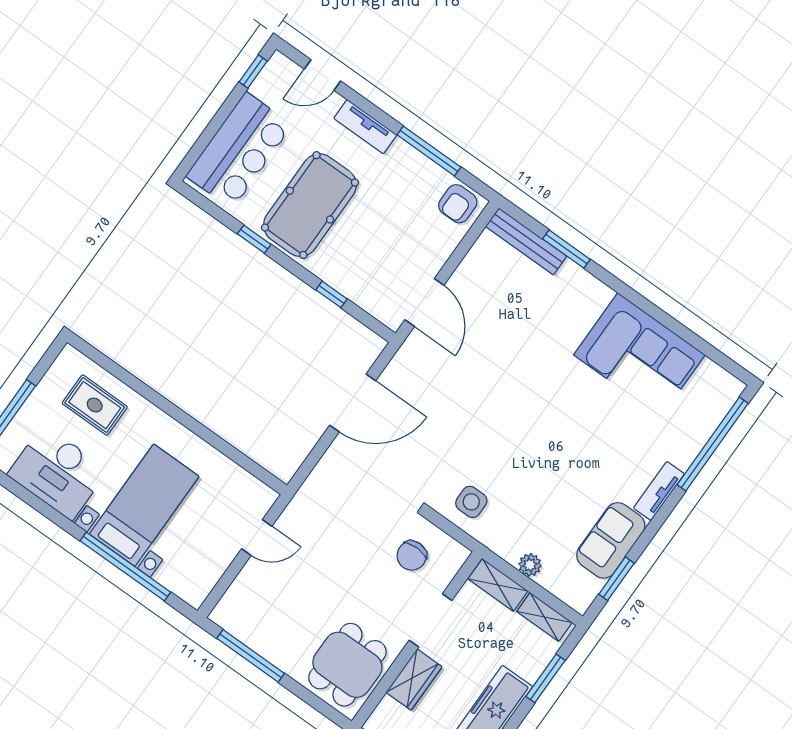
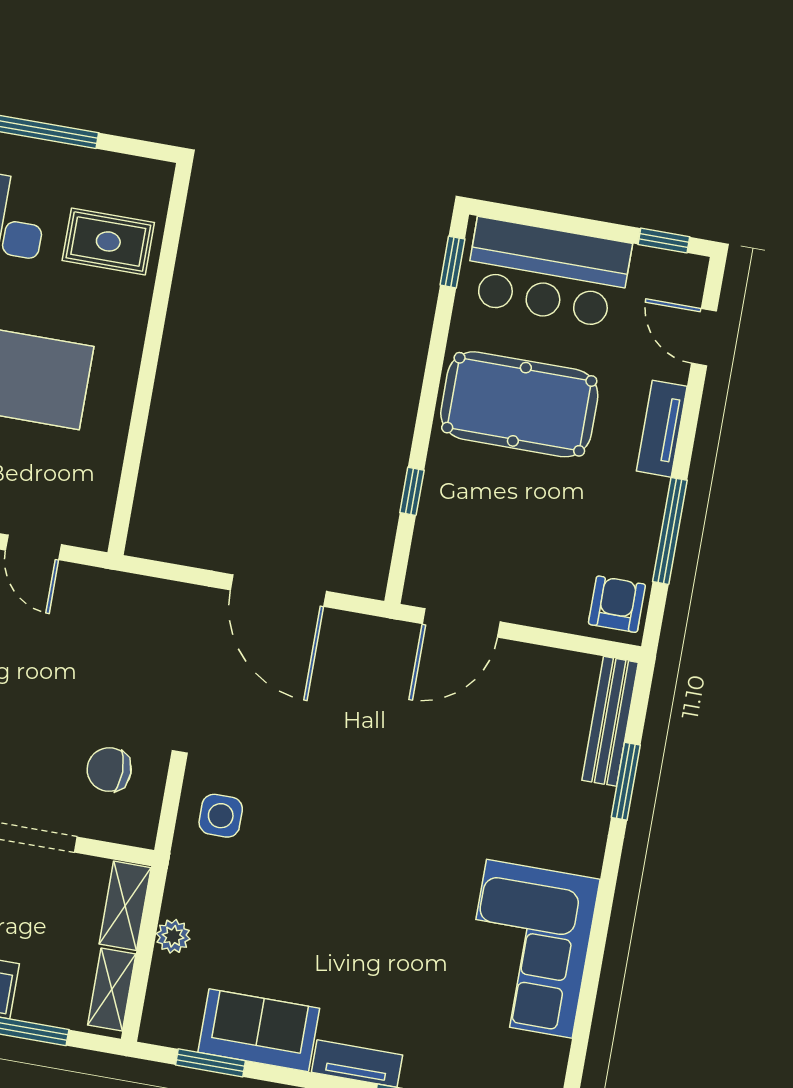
armchair: (458, 204) -> (617, 604), turned 90
window: (254, 239) -> (452, 262), moved
rug: (95, 405) -> (108, 241), turned 90

